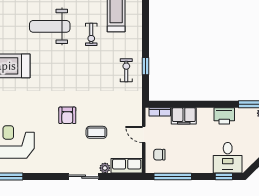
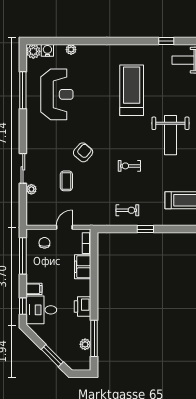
weight bench: (50, 26) -> (170, 135), turned 180
exercise bike: (91, 34) -> (129, 166), moved
window: (145, 66) -> (145, 229), moved
armchair: (67, 115) -> (83, 152), turned 131
filing cabinet: (206, 165) -> (34, 289), added
row of seats: (127, 166) -> (33, 211), removed

